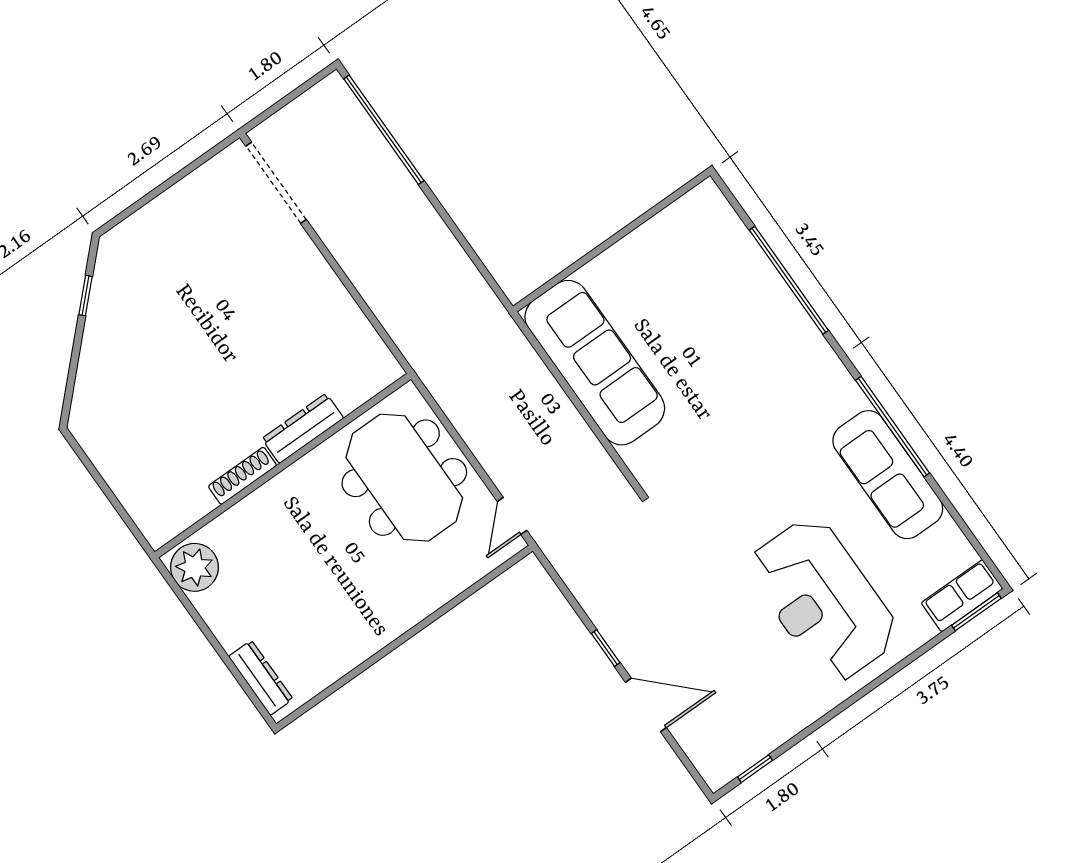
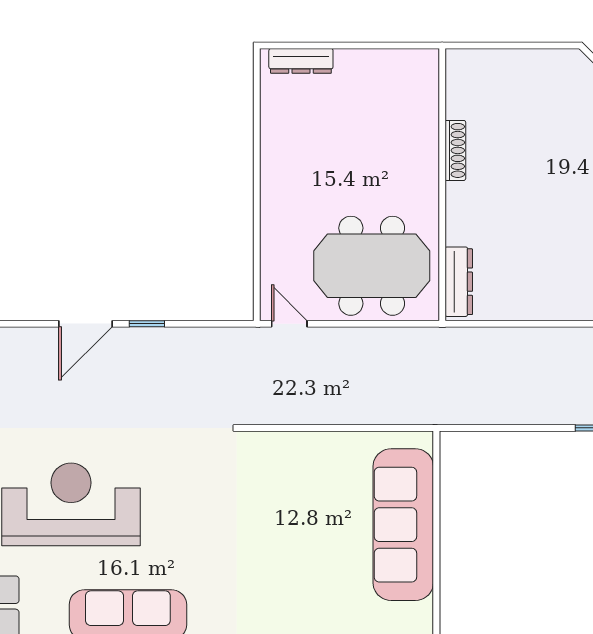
sofa: (595, 363) -> (403, 525), moved, turned 90
dresser: (303, 428) -> (459, 282), moved
plant: (195, 567) -> (414, 69), removed

